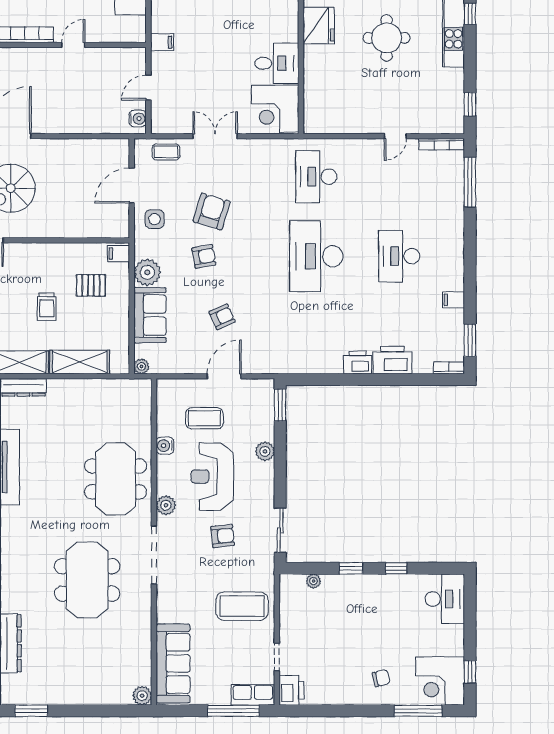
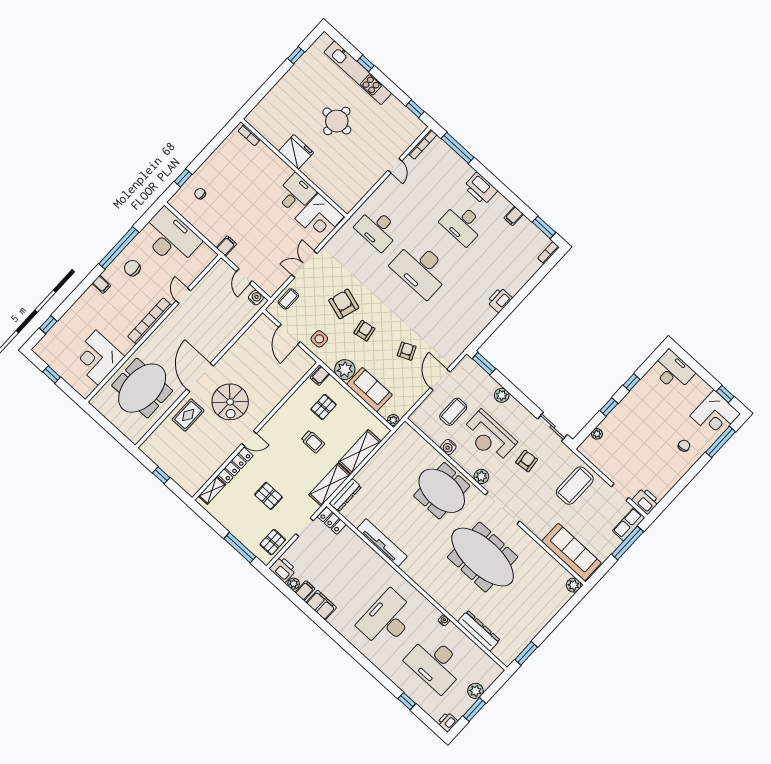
printer: (392, 360) -> (480, 189), moved, turned -90
meeting table: (87, 580) -> (483, 557), width x1.36

